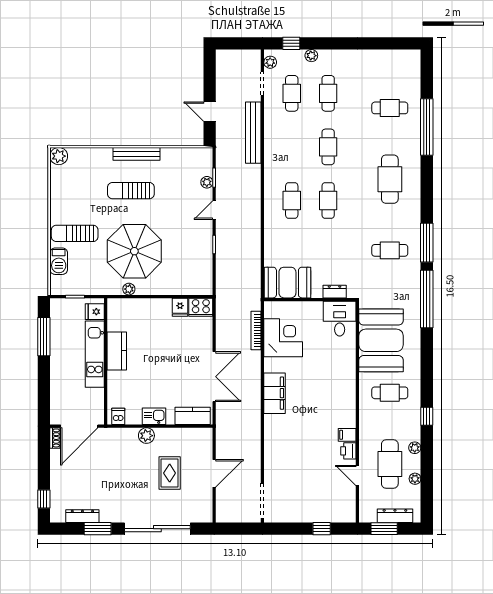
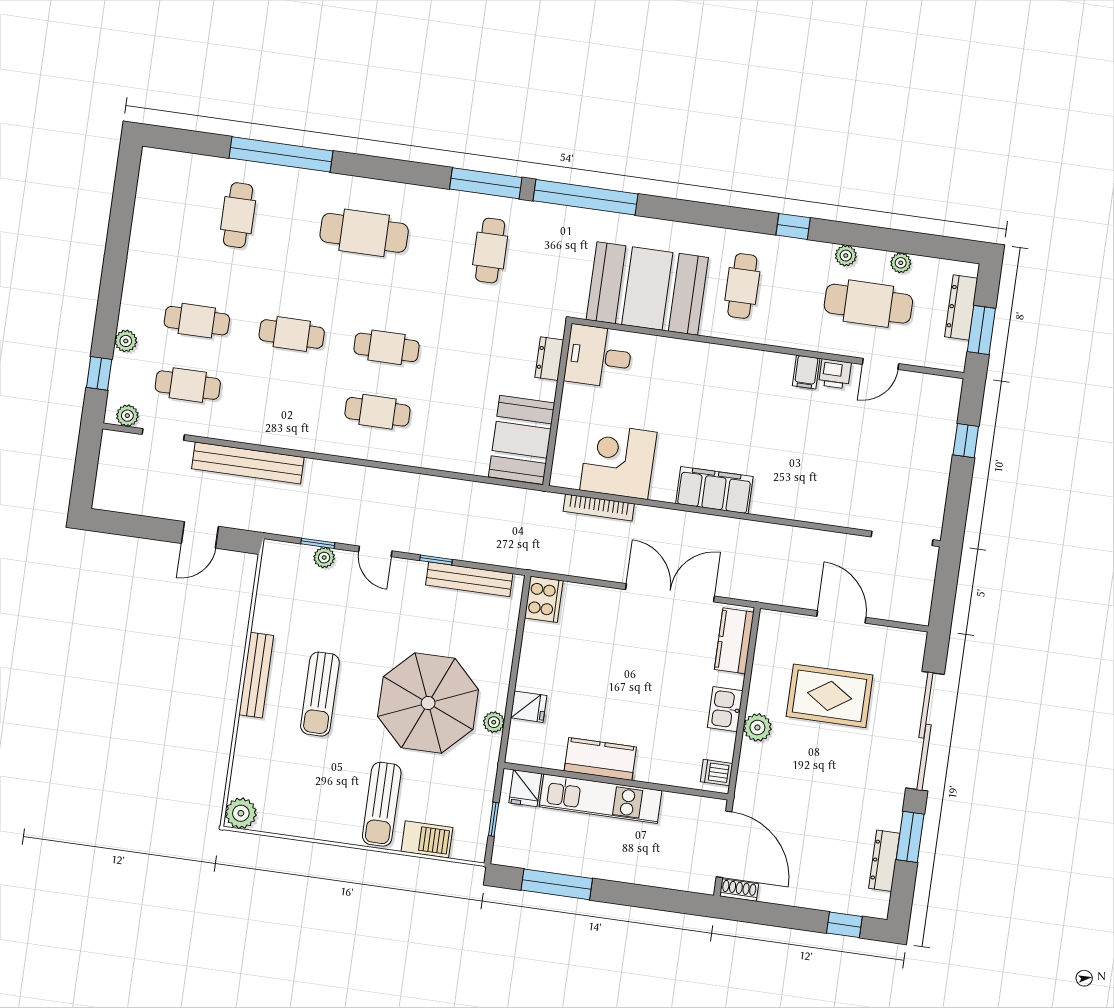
bench: (206, 264) -> (469, 579), added
fridge: (180, 307) -> (529, 707), moved
rug: (170, 473) -> (830, 696), width x1.36, depth x1.43

